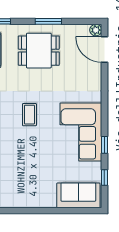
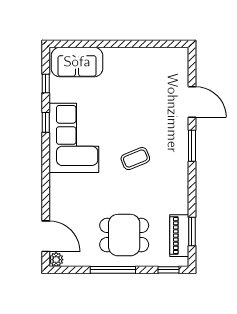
window: (48, 21) -> (113, 270), width x1.44
coffee table: (29, 115) -> (135, 159), turned 68

